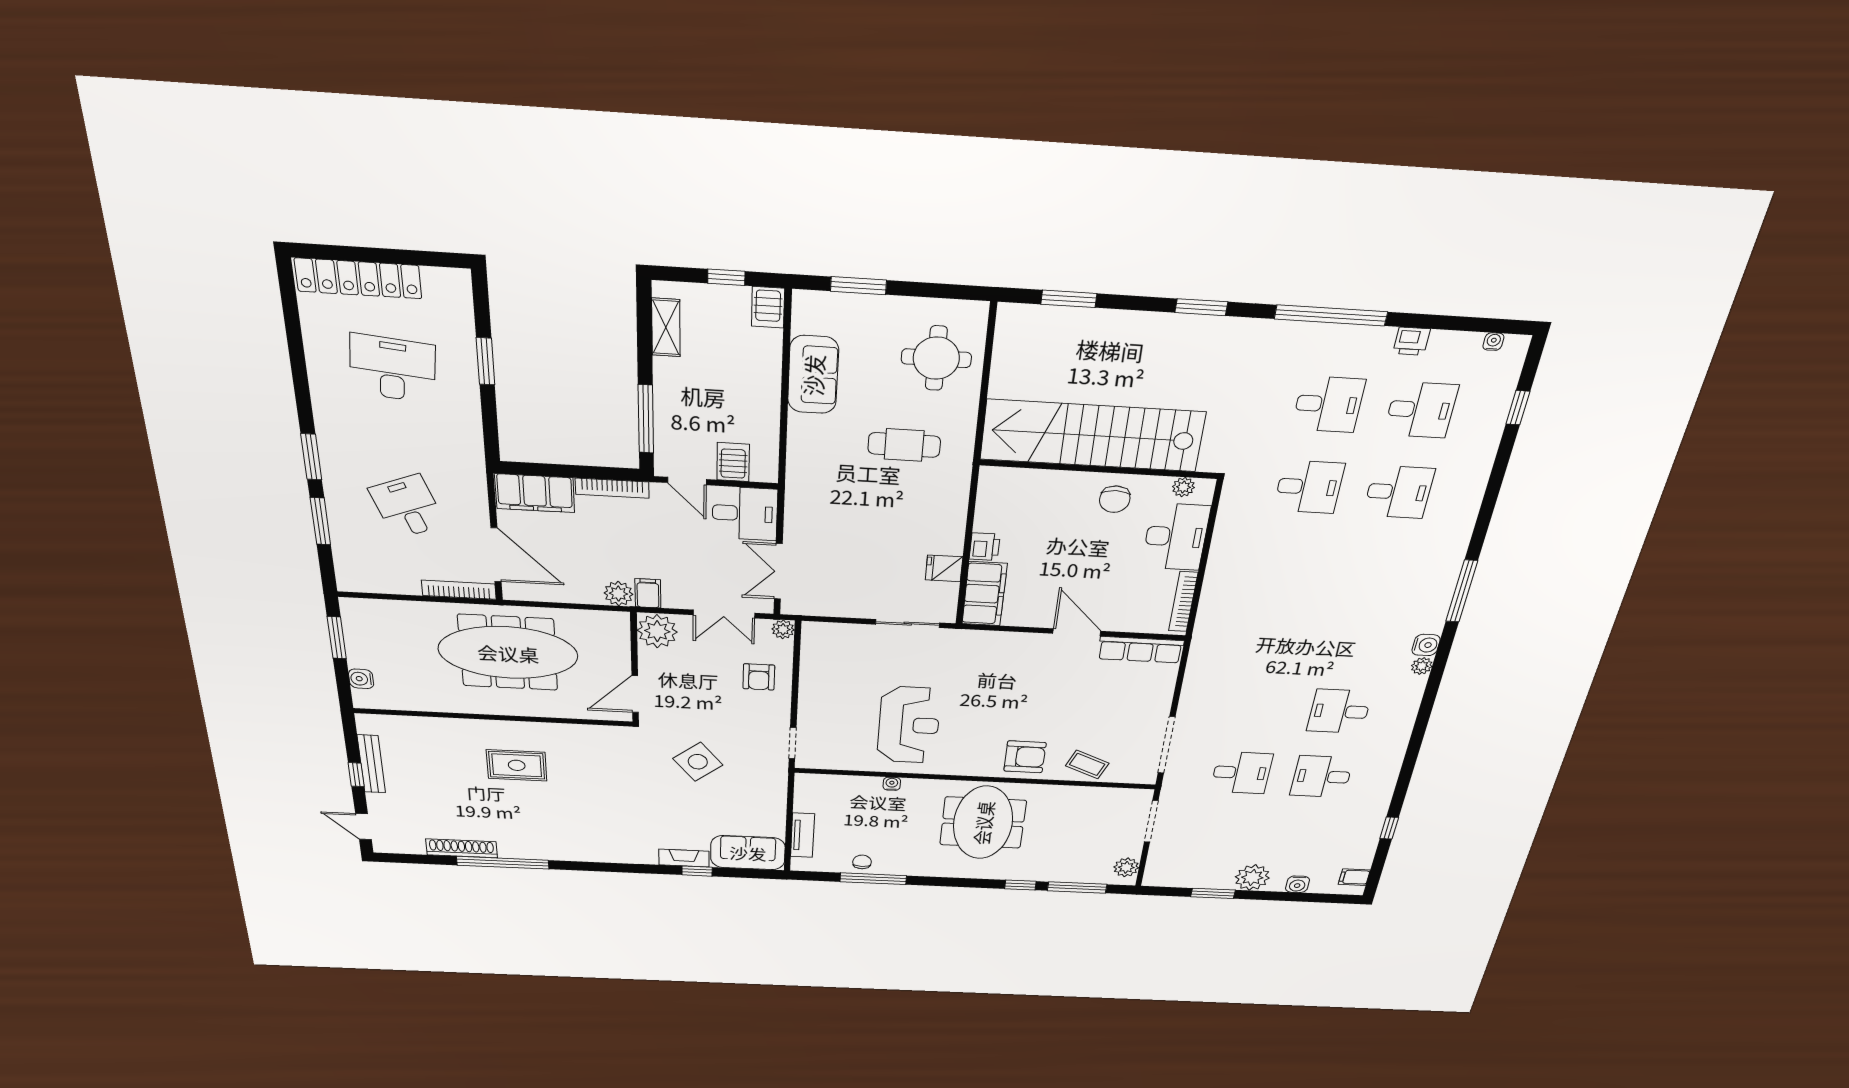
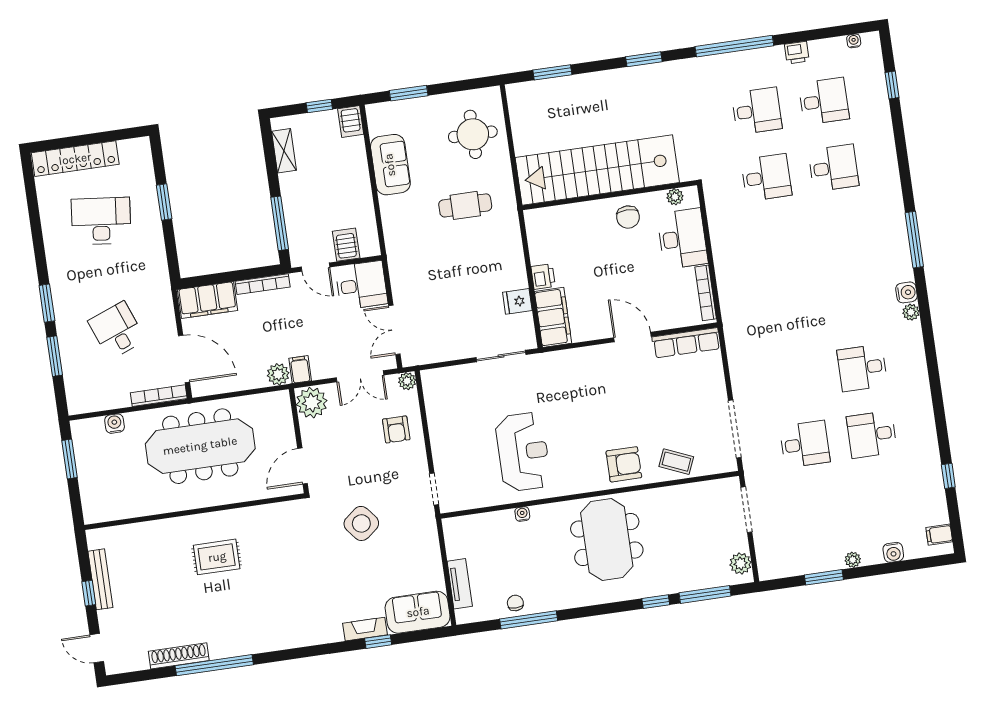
water cooler: (361, 679) -> (115, 424), moved, turned 90
plant: (1252, 877) -> (853, 560), width x0.53, depth x0.53

